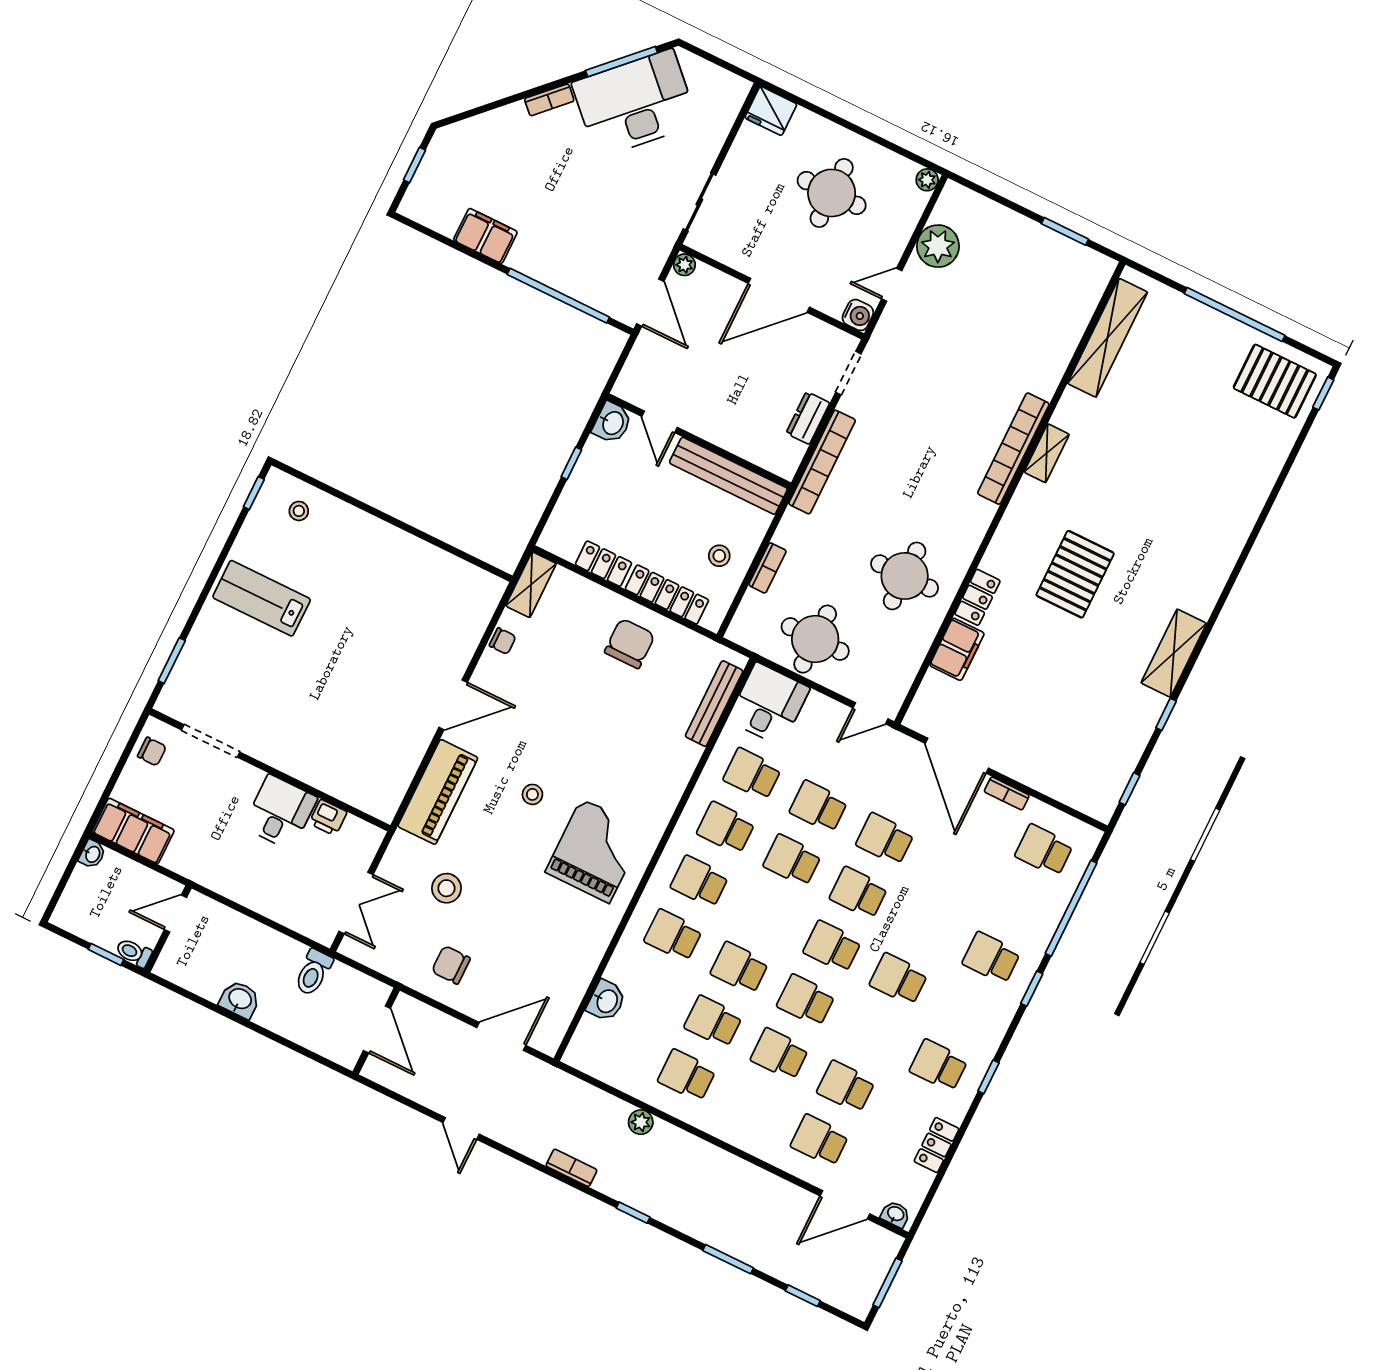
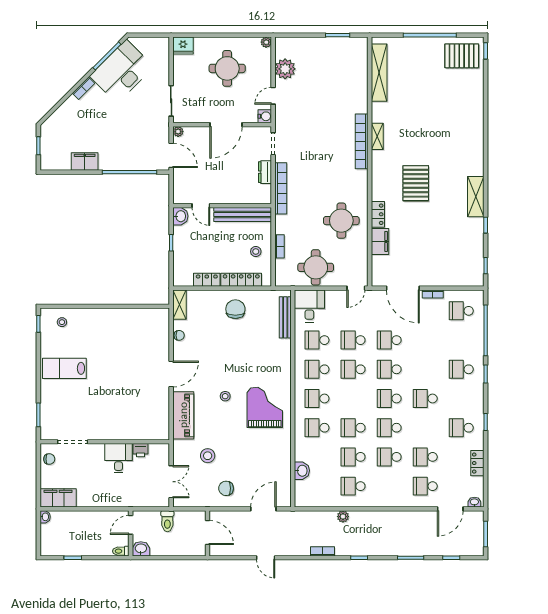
door: (175, 913) -> (131, 525), moved
wall: (168, 929) -> (131, 533), moved
toilet: (134, 953) -> (121, 551), moved

